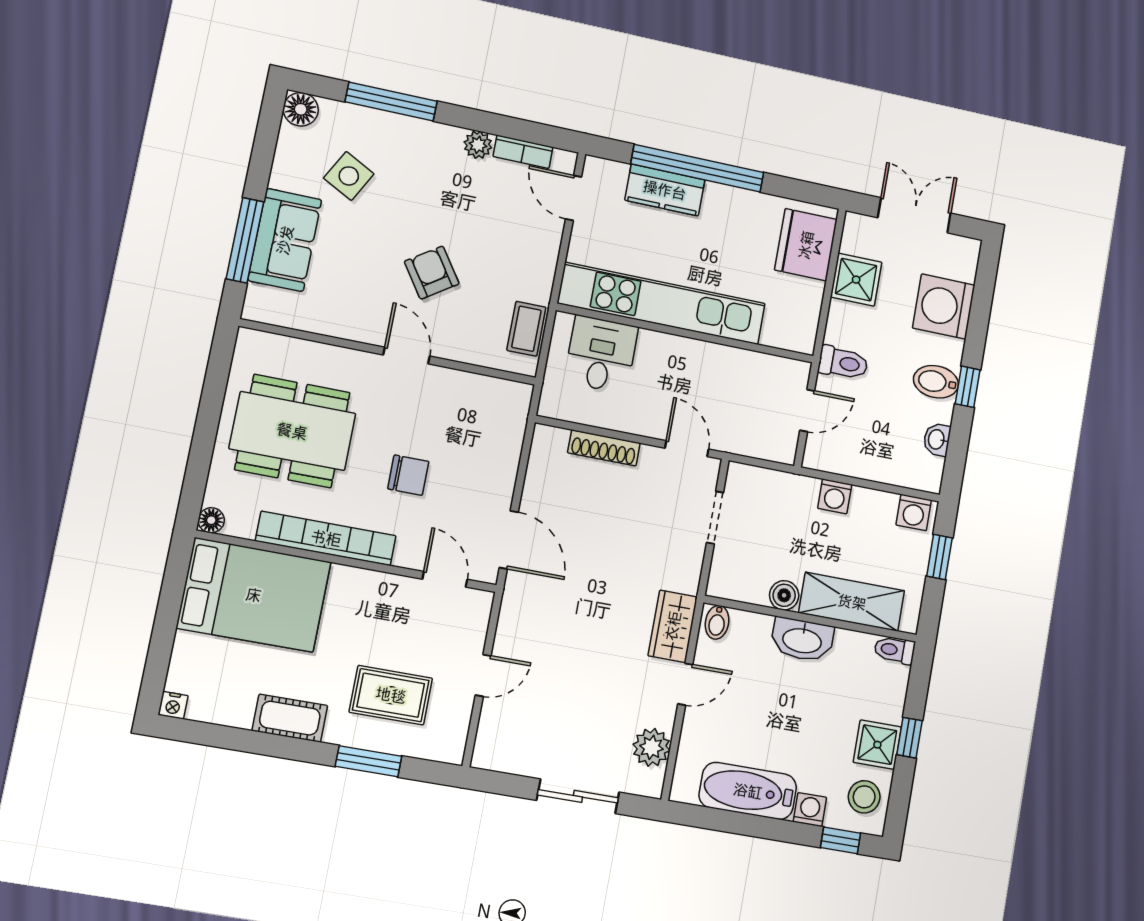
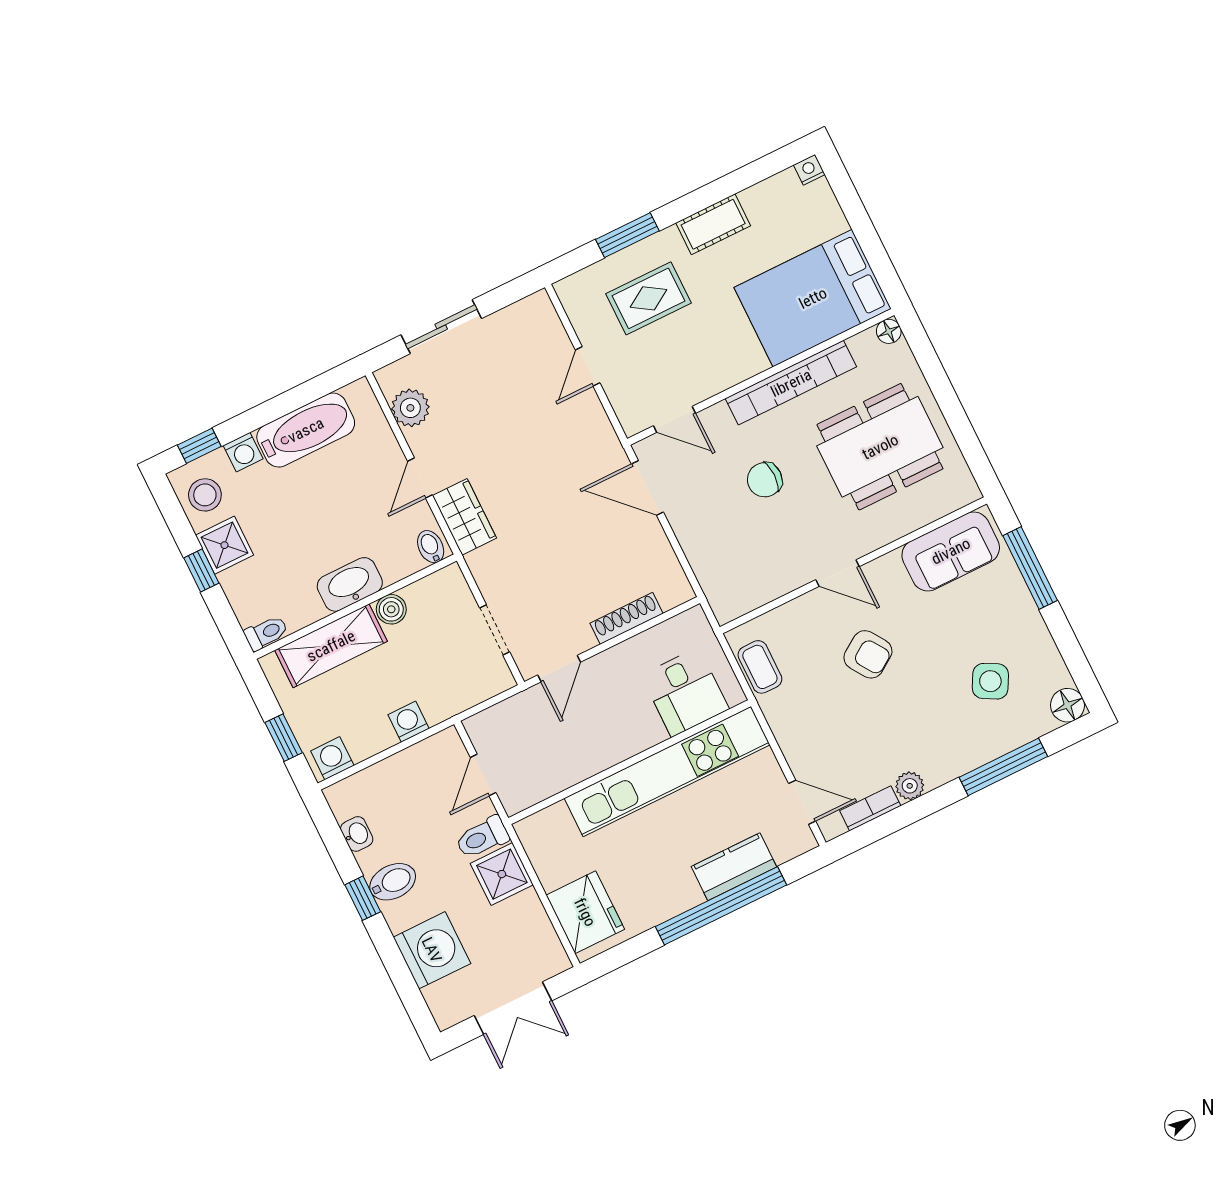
sofa: (285, 240) -> (951, 551), moved, turned -90
shower: (856, 280) -> (502, 874), moved
door: (687, 449) -> (559, 669), hinge flipped

